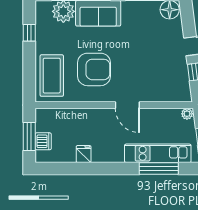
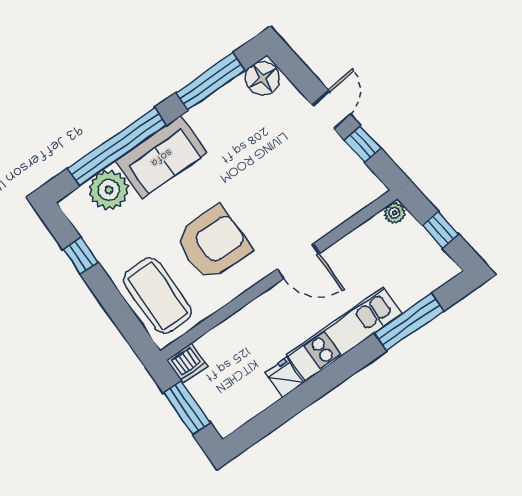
dishwasher: (43, 141) -> (187, 363), moved, turned 90
kitchen unit: (158, 153) -> (344, 334), moved

